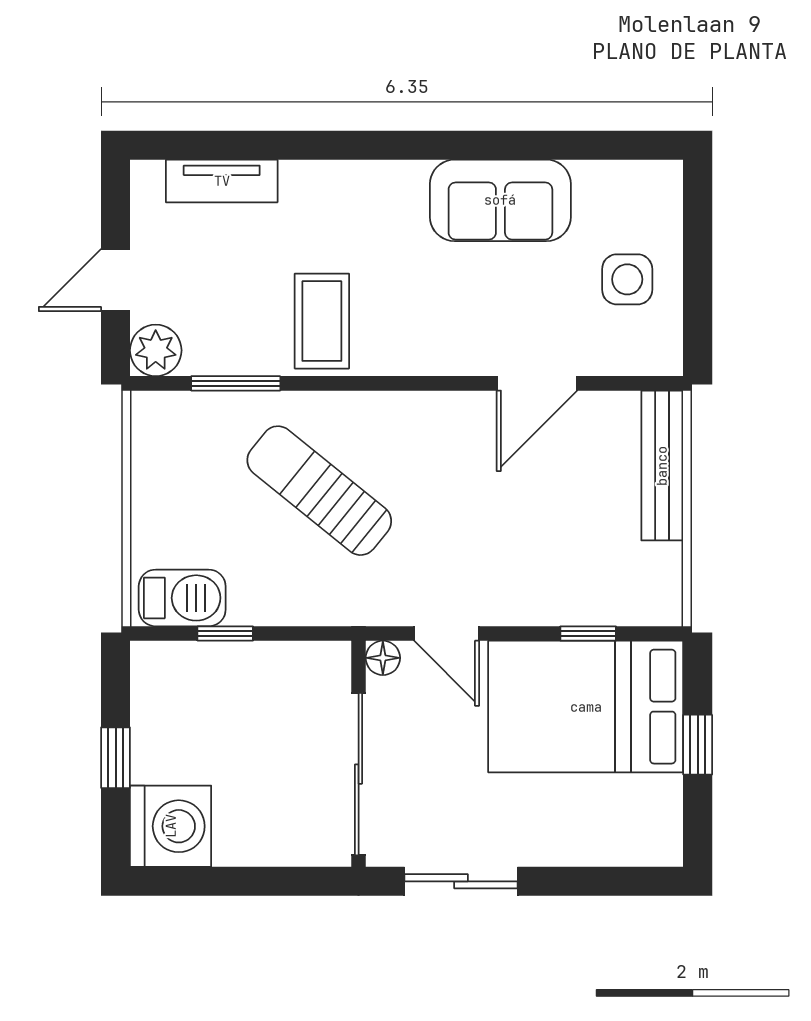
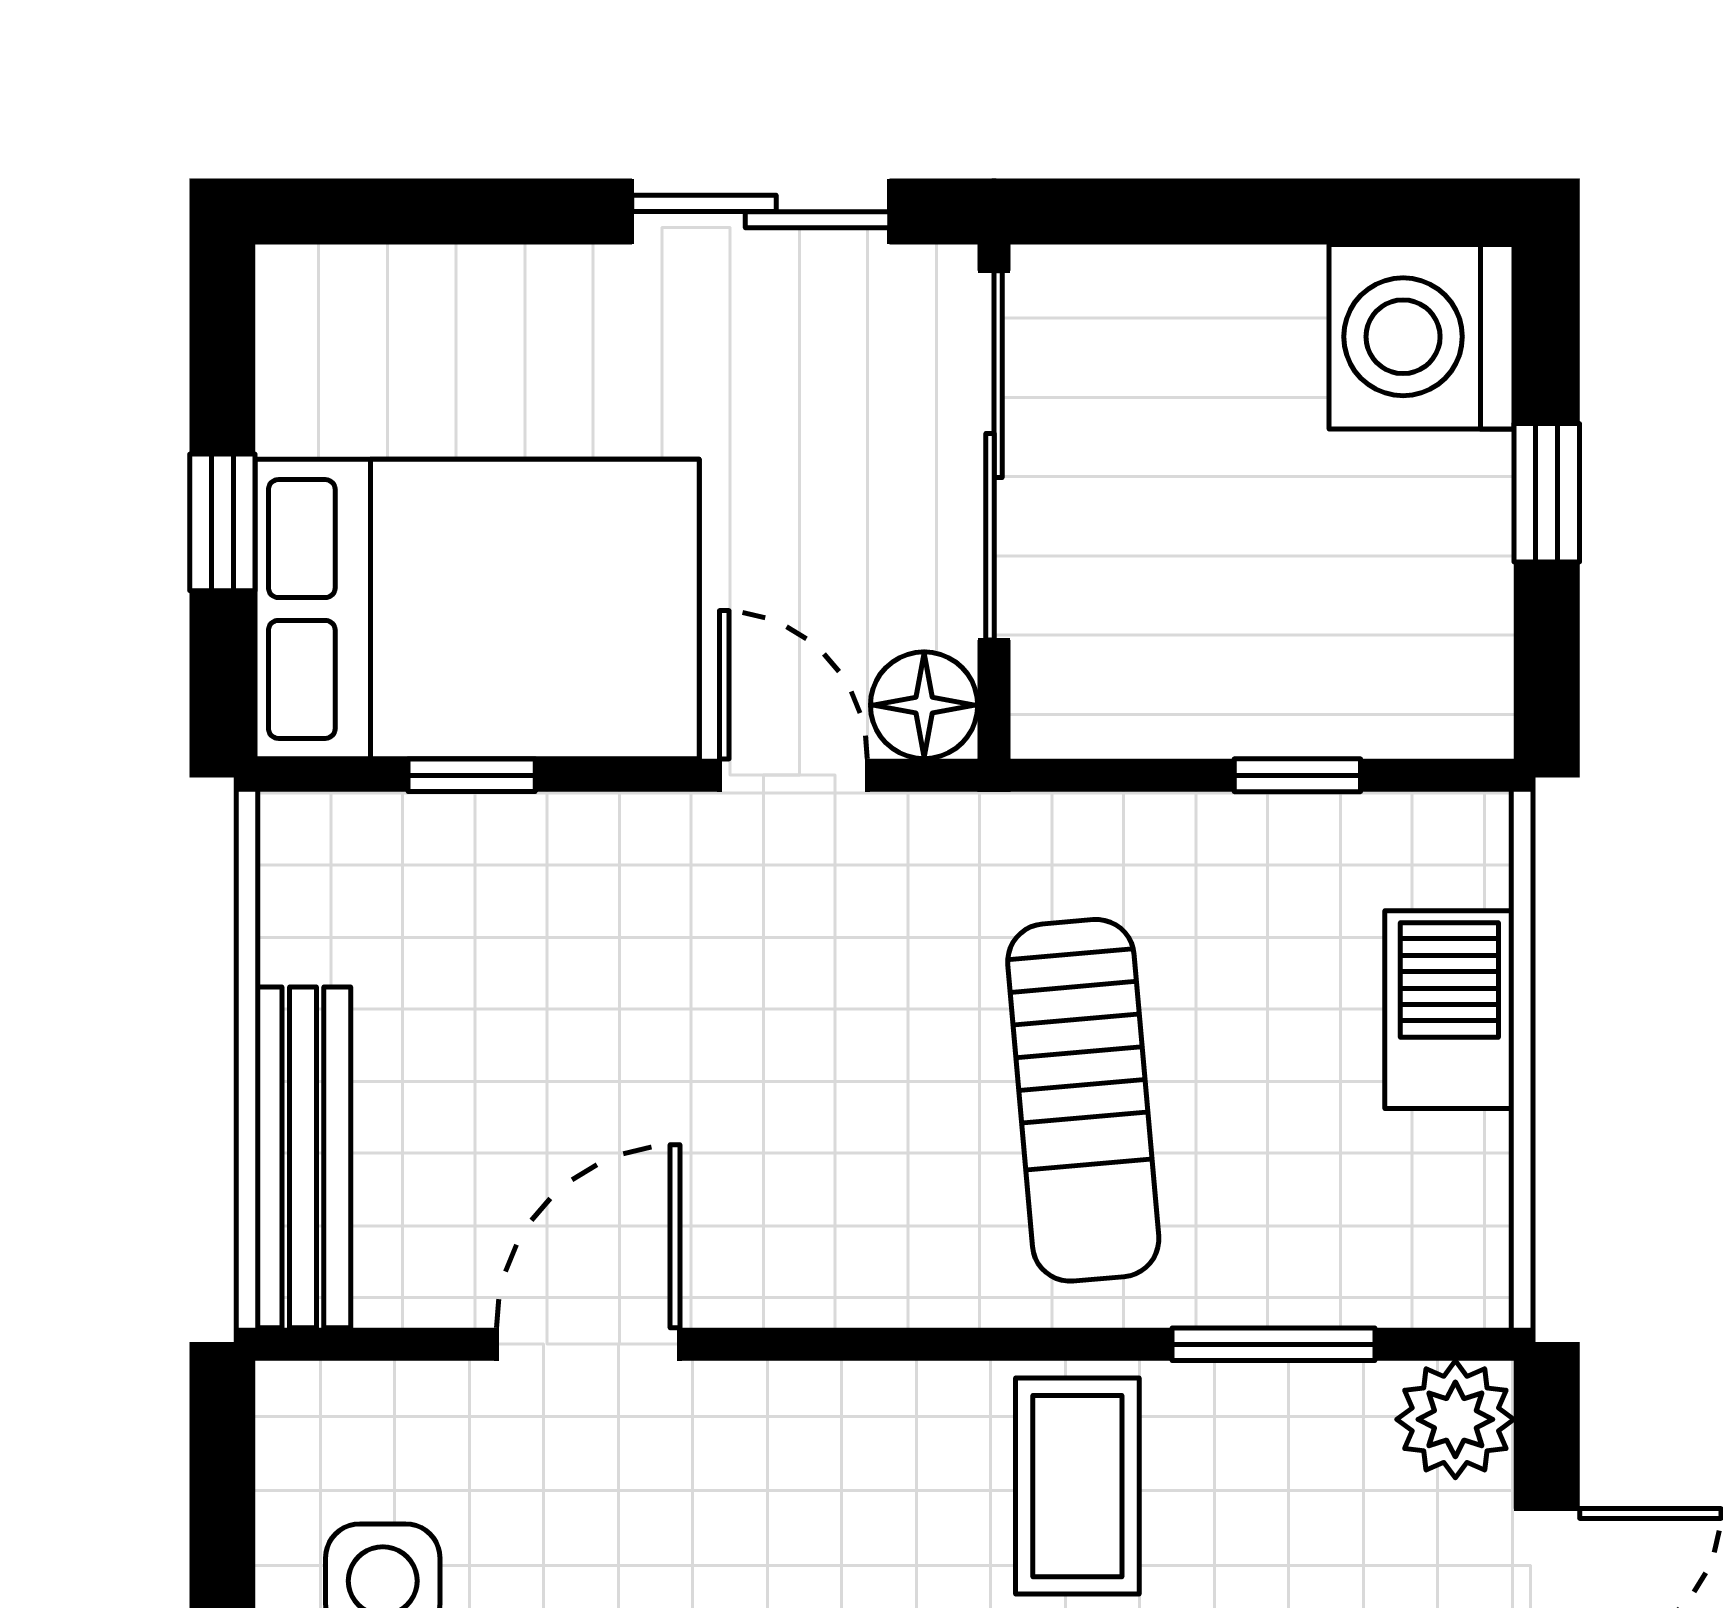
sun lounger: (319, 491) -> (1083, 1100), turned 46
barbecue: (182, 598) -> (1449, 1010), moved, turned 90
floor lamp: (383, 658) -> (924, 705), width x1.37, depth x1.37

